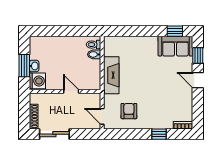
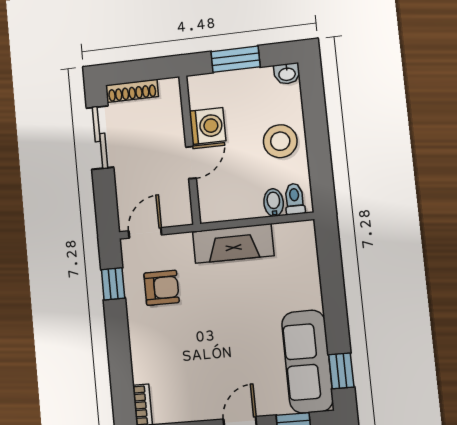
sofa: (175, 46) -> (307, 362), width x1.36
stool: (66, 48) -> (280, 141), added
washbasin: (34, 66) -> (287, 74), moved
washing machine: (37, 81) -> (208, 126), moved, turned -90
window: (159, 134) -> (113, 284), moved

